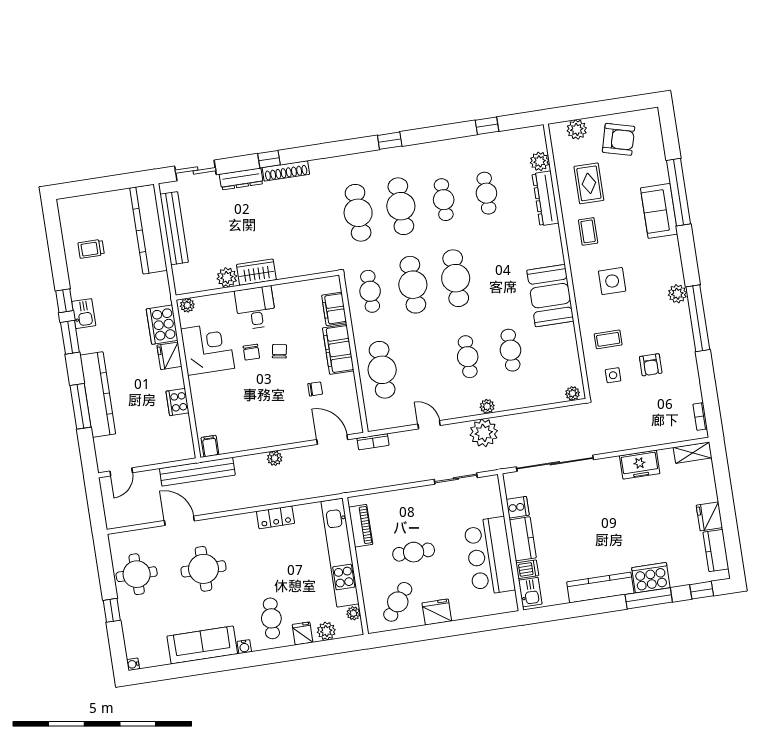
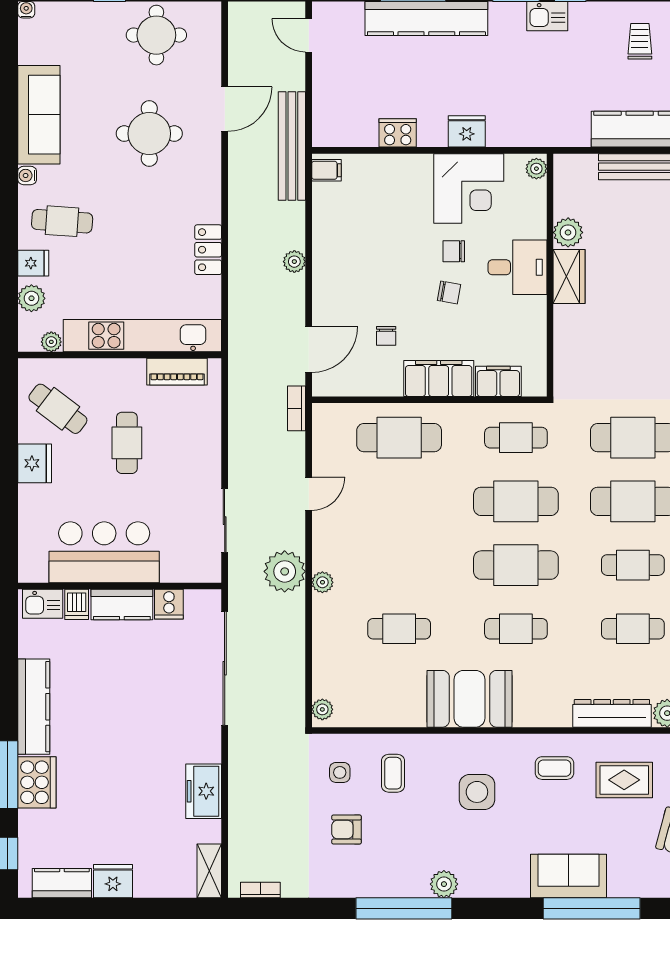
cooker: (162, 325) -> (514, 128), removed
cafe table: (468, 357) -> (516, 629), moved

